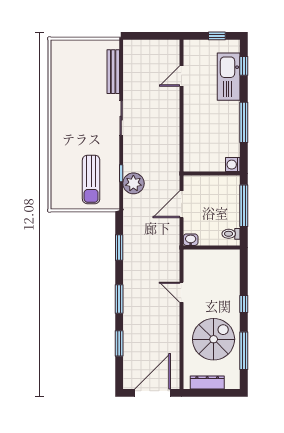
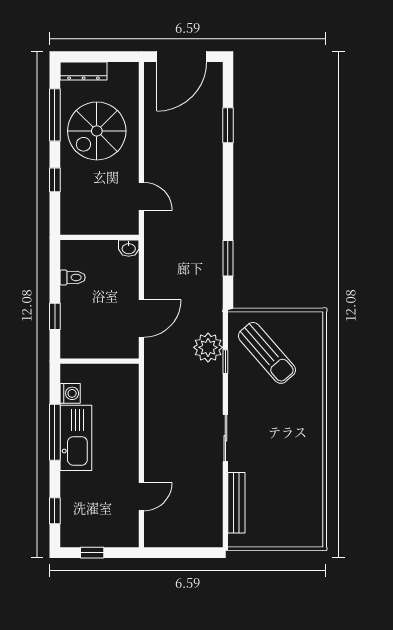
kitchen sink: (229, 77) -> (76, 438), moved
washing machine: (233, 165) -> (70, 393), moved
sun lounger: (91, 179) -> (267, 353), turned 139
window: (244, 206) -> (55, 316), width x0.46
washbasin: (191, 240) -> (129, 248), moved
wall: (212, 247) -> (99, 237), moved
window: (119, 299) -> (228, 187), removed
dresser: (207, 382) -> (84, 71), moved

